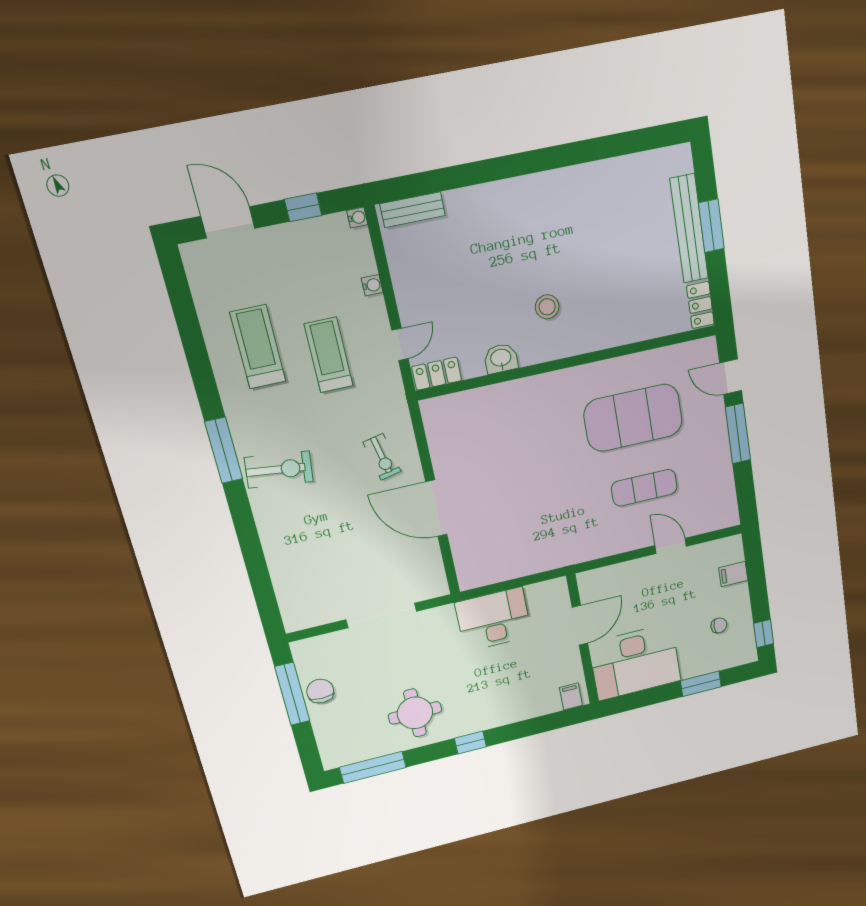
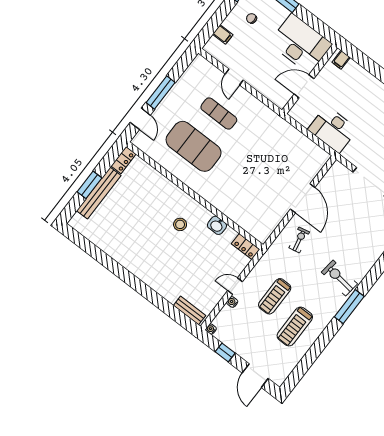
door: (400, 344) -> (235, 286), moved

